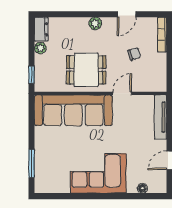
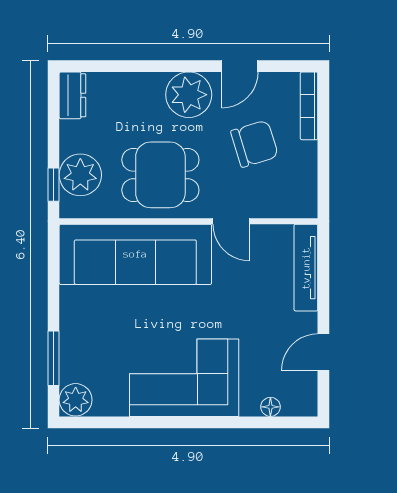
plant: (95, 23) -> (189, 95), width x1.88, depth x1.88
plant: (40, 48) -> (80, 175), moved, width x1.88, depth x1.88
chair: (134, 54) -> (255, 144), width x1.87, depth x1.87
door: (122, 93) -> (231, 221), swing flipped
plant: (43, 185) -> (76, 400), added

